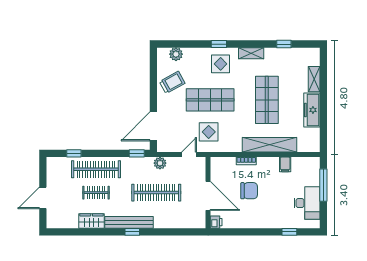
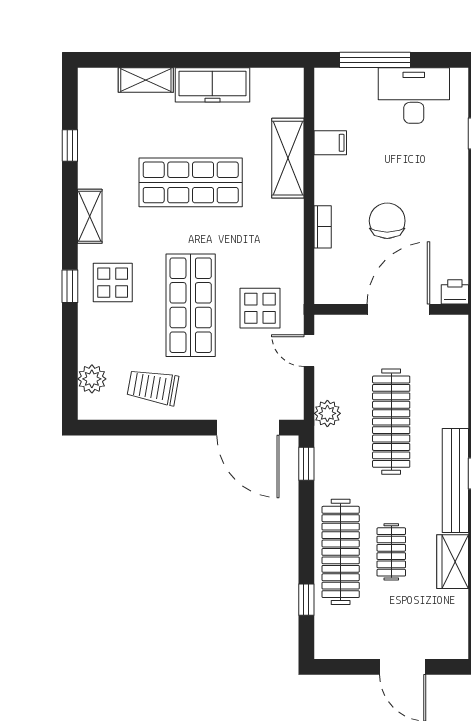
trolley: (172, 82) -> (153, 387), turned -51
shelving: (269, 145) -> (288, 158), width x0.68

